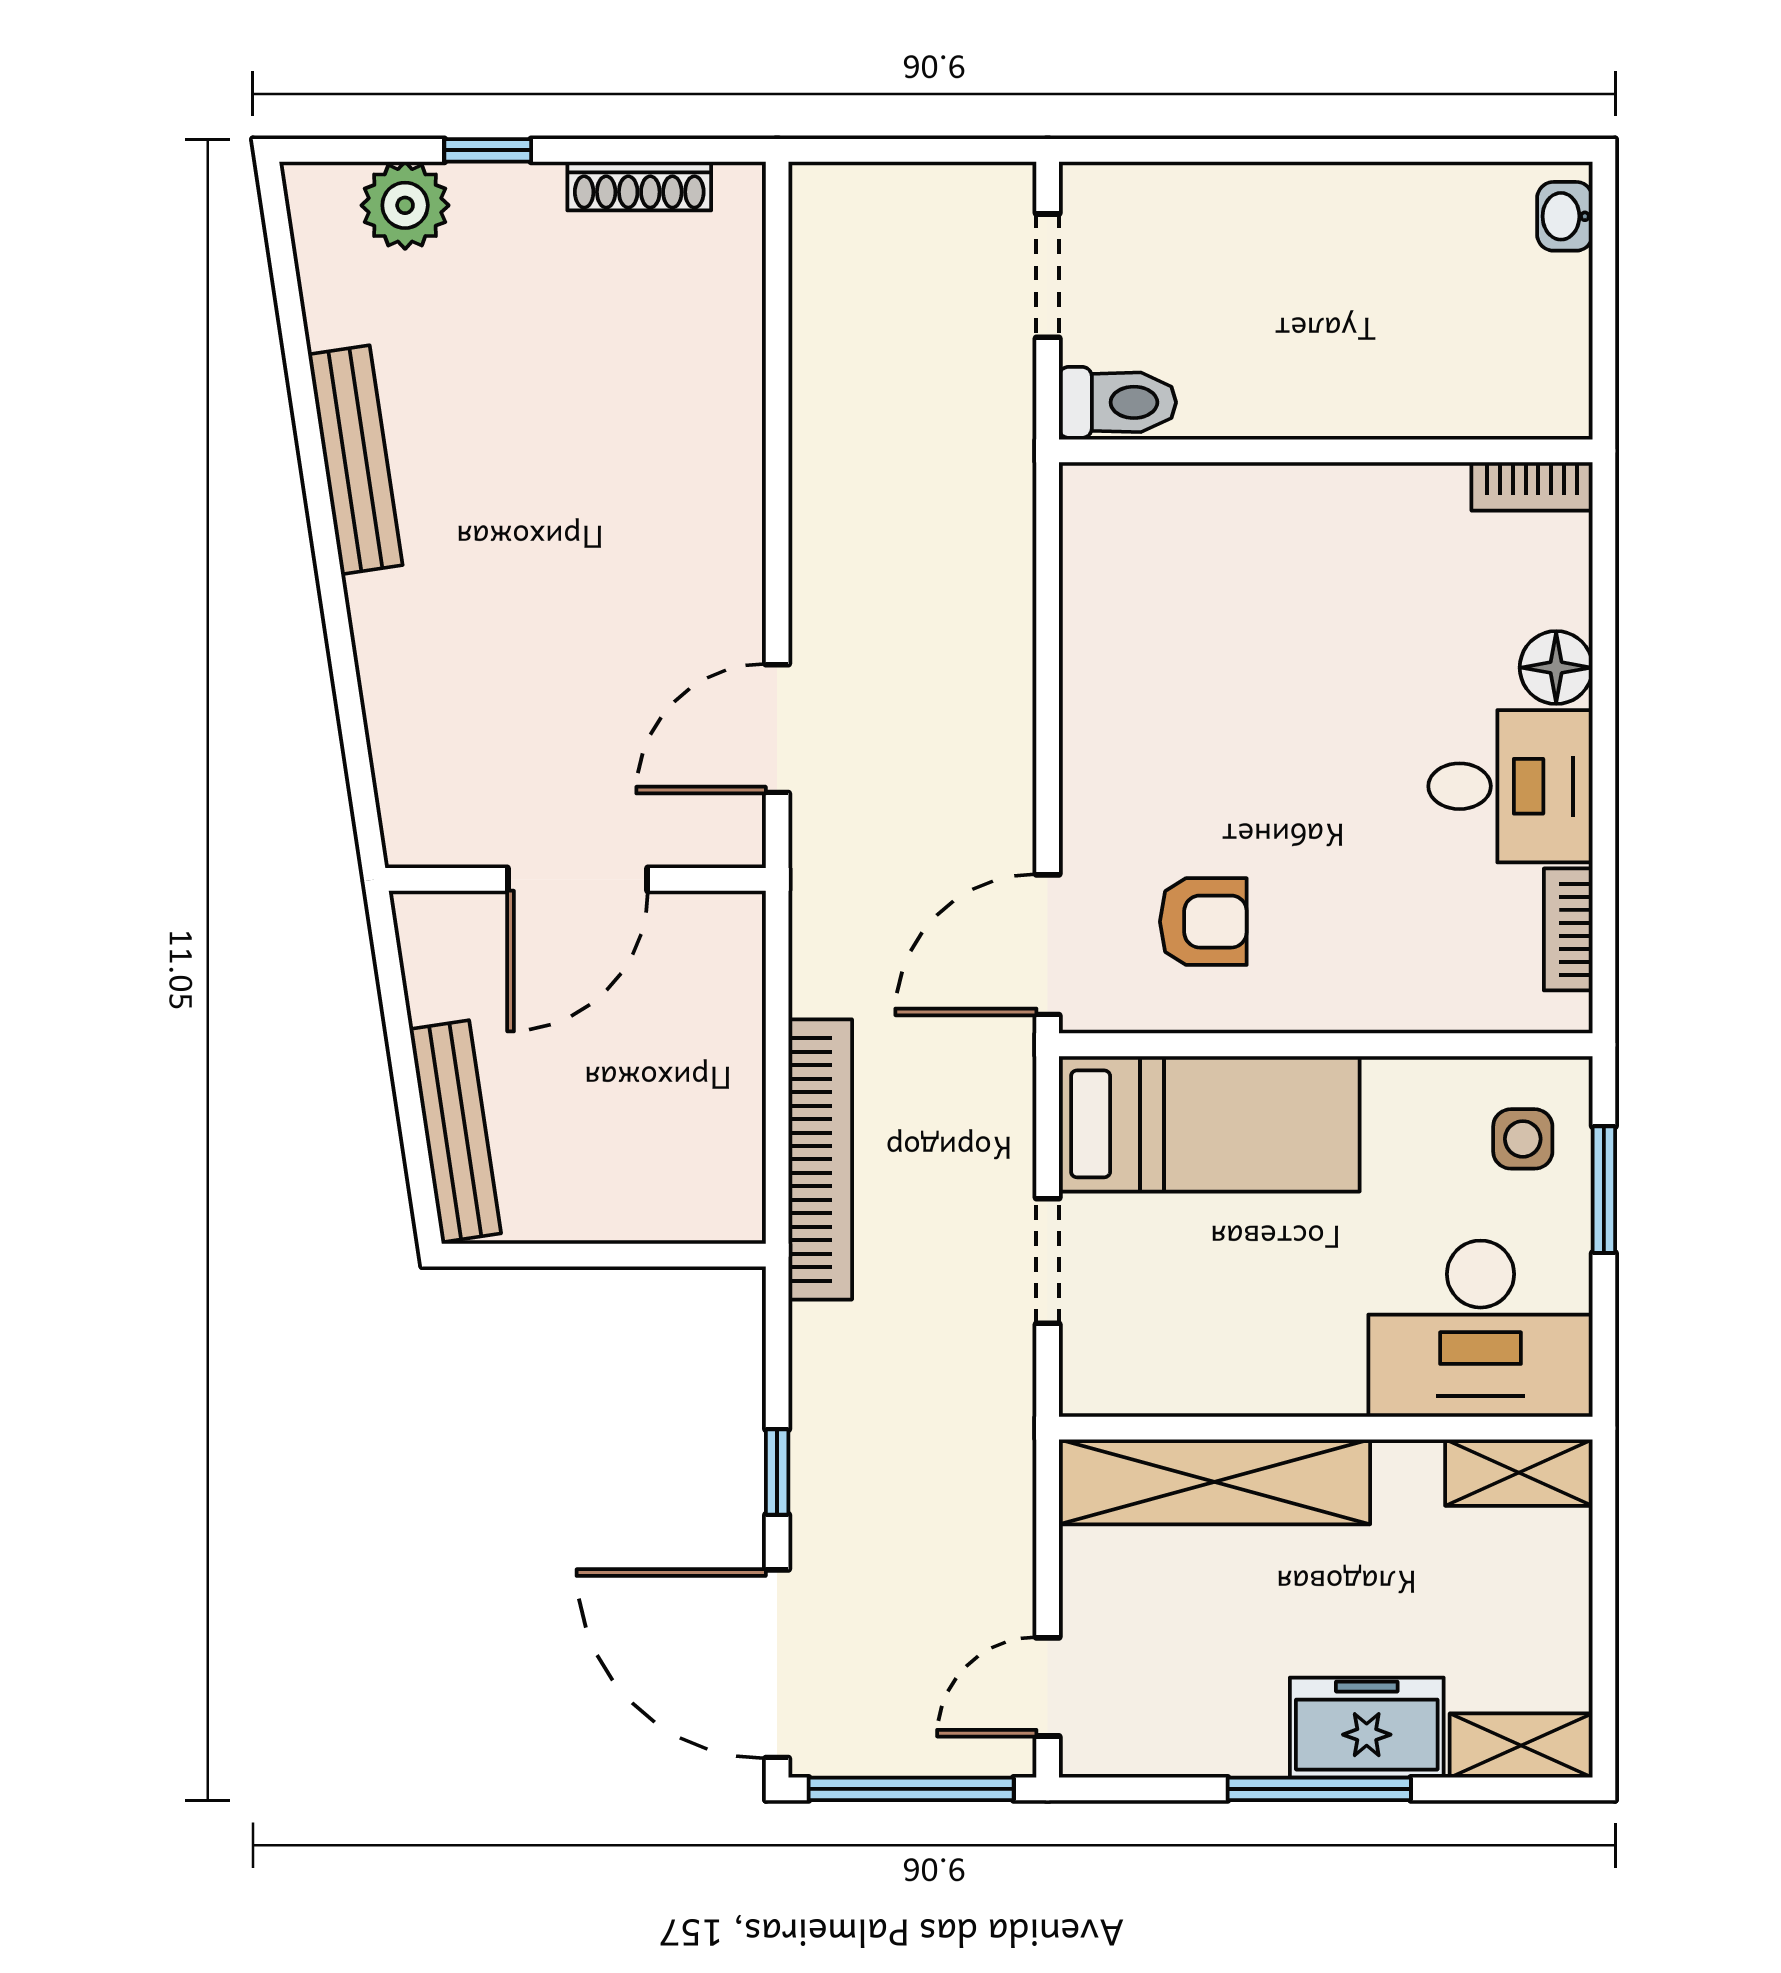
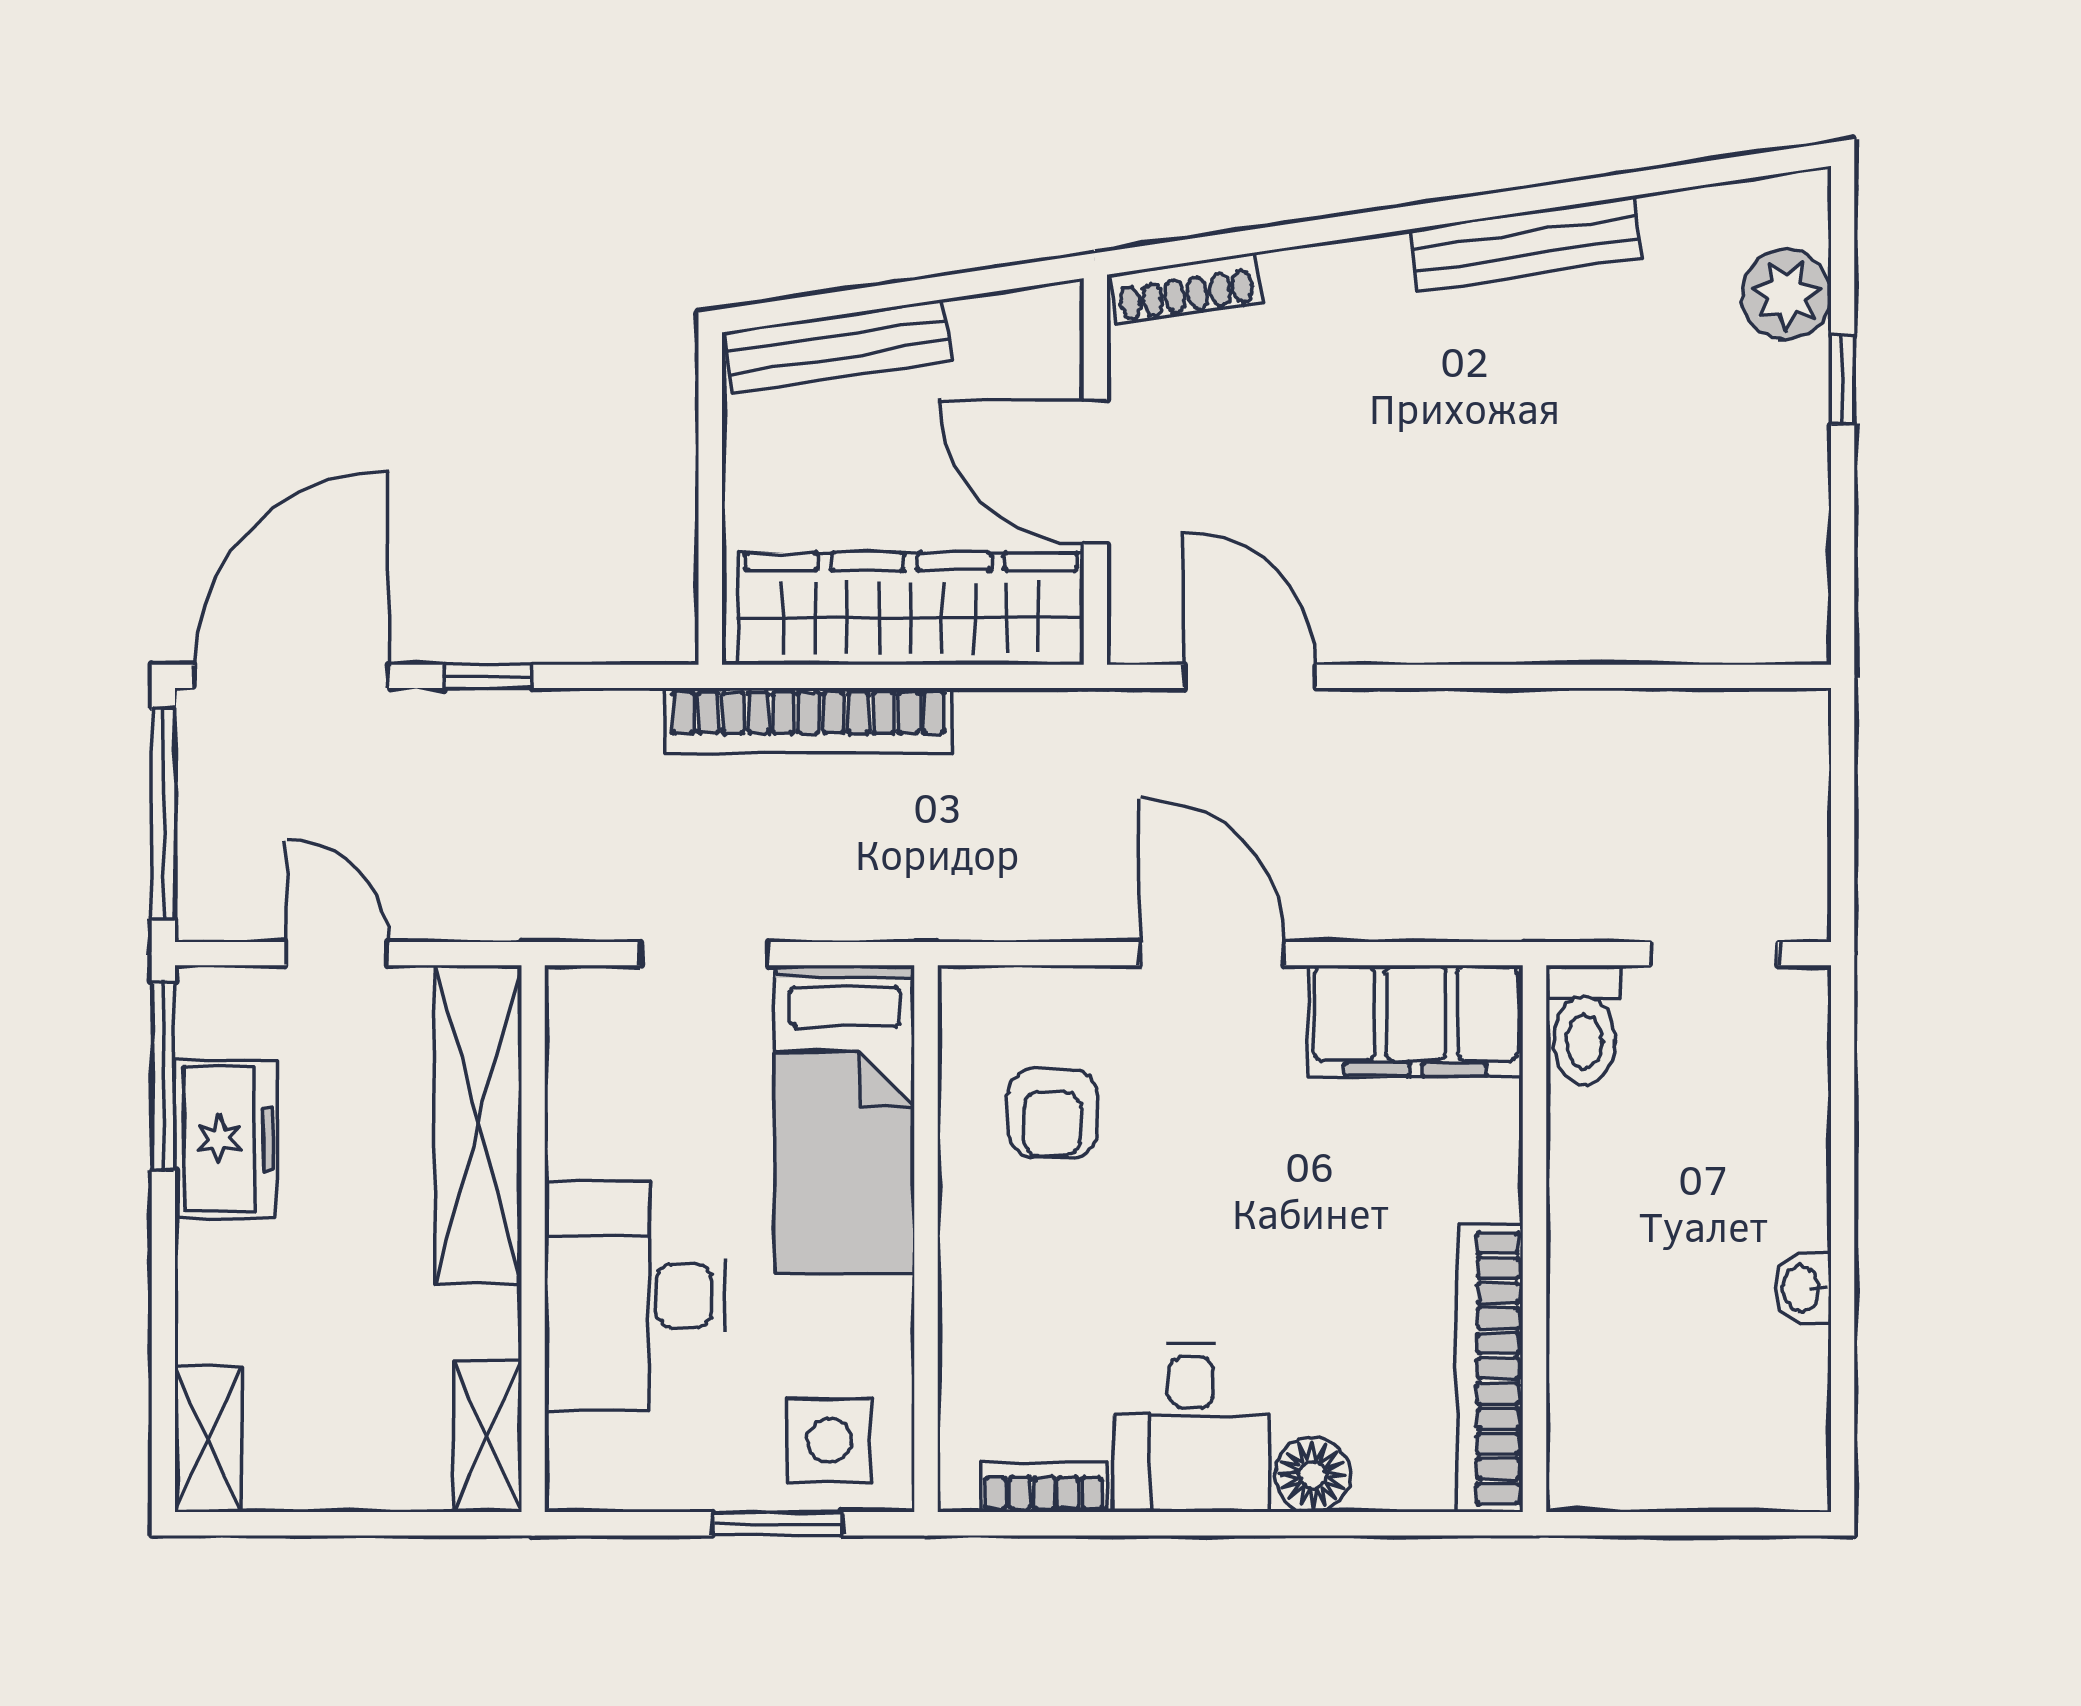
shoe rack: (639, 186) -> (1185, 288), moved, turned -99
washbasin: (1565, 216) -> (1803, 1288), moved, turned -90
bookcase: (1532, 486) -> (1490, 1368), width x2.31, depth x1.31
filing cabinet: (1113, 567) -> (1416, 1021), added
door: (1048, 945) -> (1212, 954), moved
wardrobe: (711, 1059) -> (911, 609), added
side table: (1523, 1139) -> (829, 1441), width x1.37, depth x1.37
desk: (1480, 1329) -> (635, 1296), moved
door: (1048, 1687) -> (337, 954), moved
freezer: (1367, 1728) -> (226, 1139), moved
window: (1319, 1789) -> (163, 1076), moved

